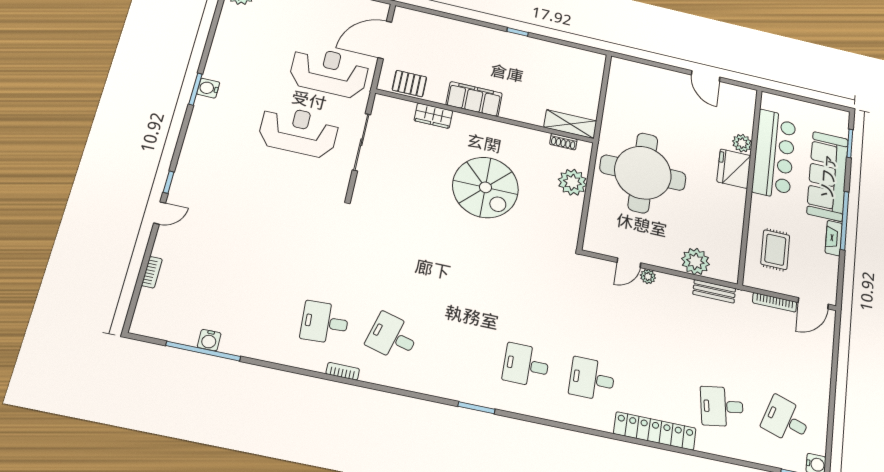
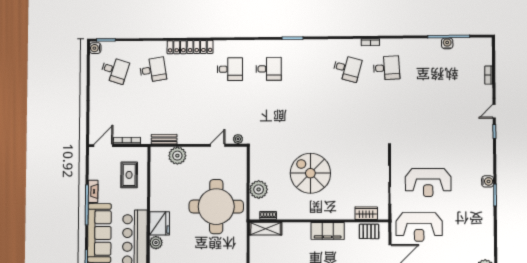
water cooler: (208, 88) -> (488, 181), moved
wardrobe: (433, 116) -> (366, 213), moved
plant: (648, 277) -> (238, 139), moved

